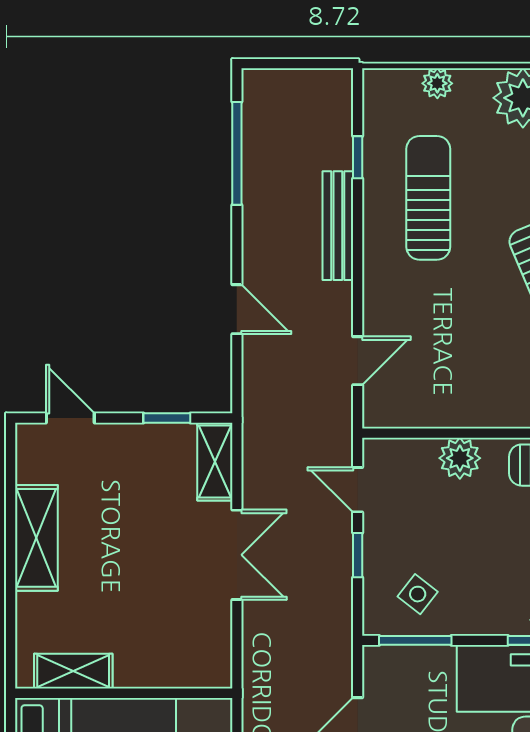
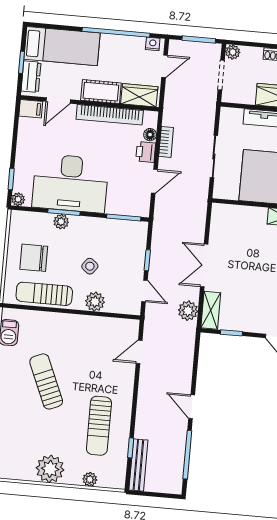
bench: (338, 226) -> (138, 465), moved
door: (237, 309) -> (192, 407), moved
plant: (262, 457) -> (188, 311), added
side table: (418, 594) -> (90, 266), moved

